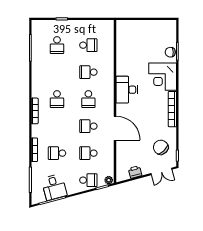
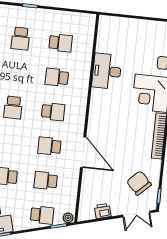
desk: (127, 90) -> (107, 71), moved
school desk: (88, 99) -> (53, 112), turned -90

